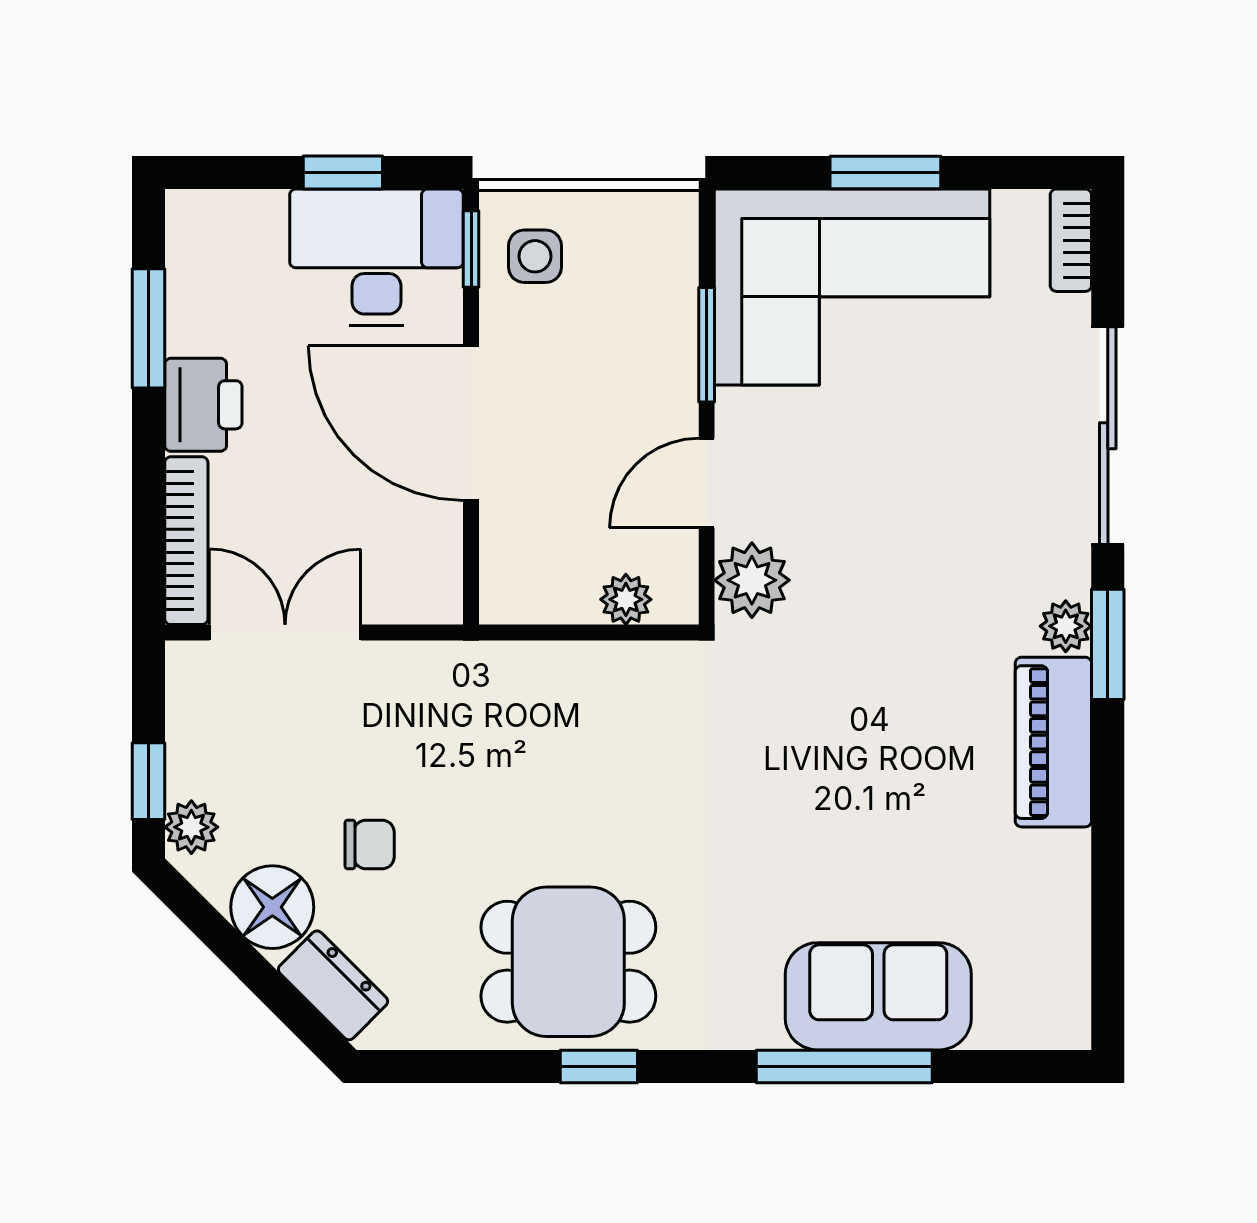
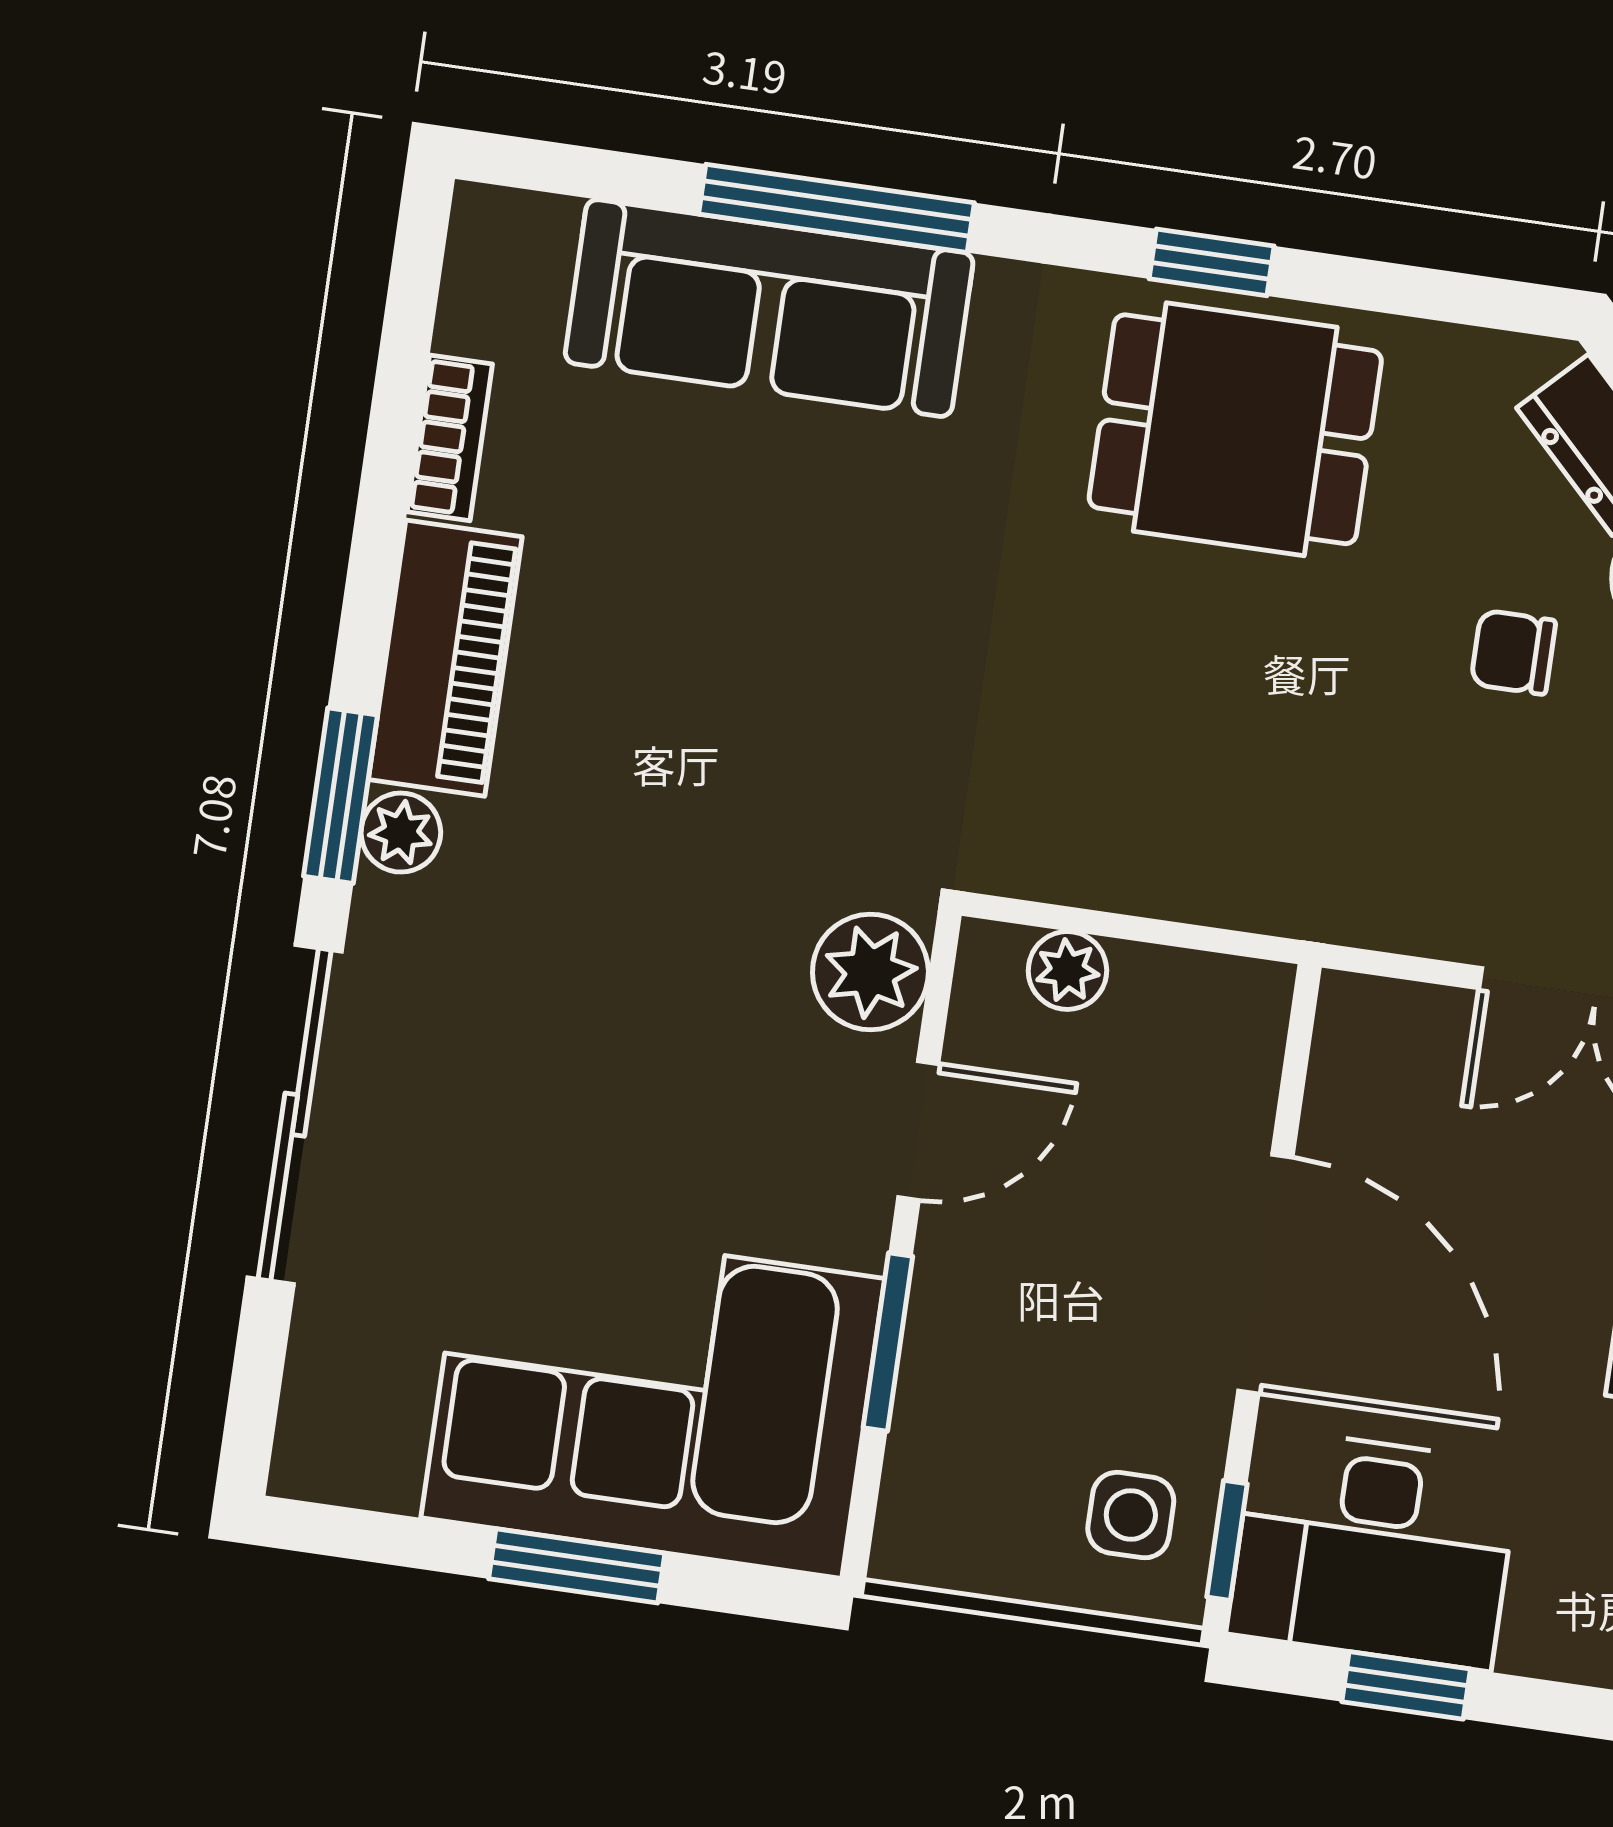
bookcase: (1071, 240) -> (450, 438), moved
sofa: (878, 996) -> (769, 308), width x1.36

